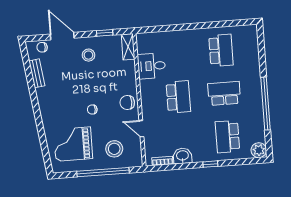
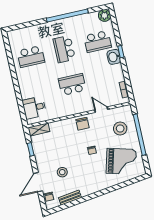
school desk: (221, 50) -> (31, 57), turned 180
stool: (88, 55) -> (62, 172), moved
desk: (152, 66) -> (34, 108), moved, turned 90
door: (141, 129) -> (101, 110), swing flipped
grand piano: (73, 144) -> (121, 161), turned -75
washbasin: (182, 156) -> (114, 57), moved

